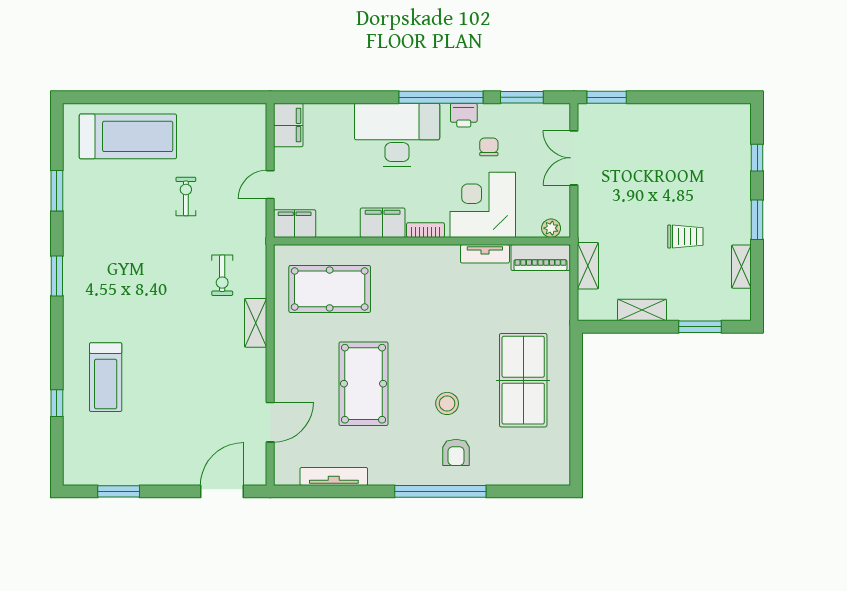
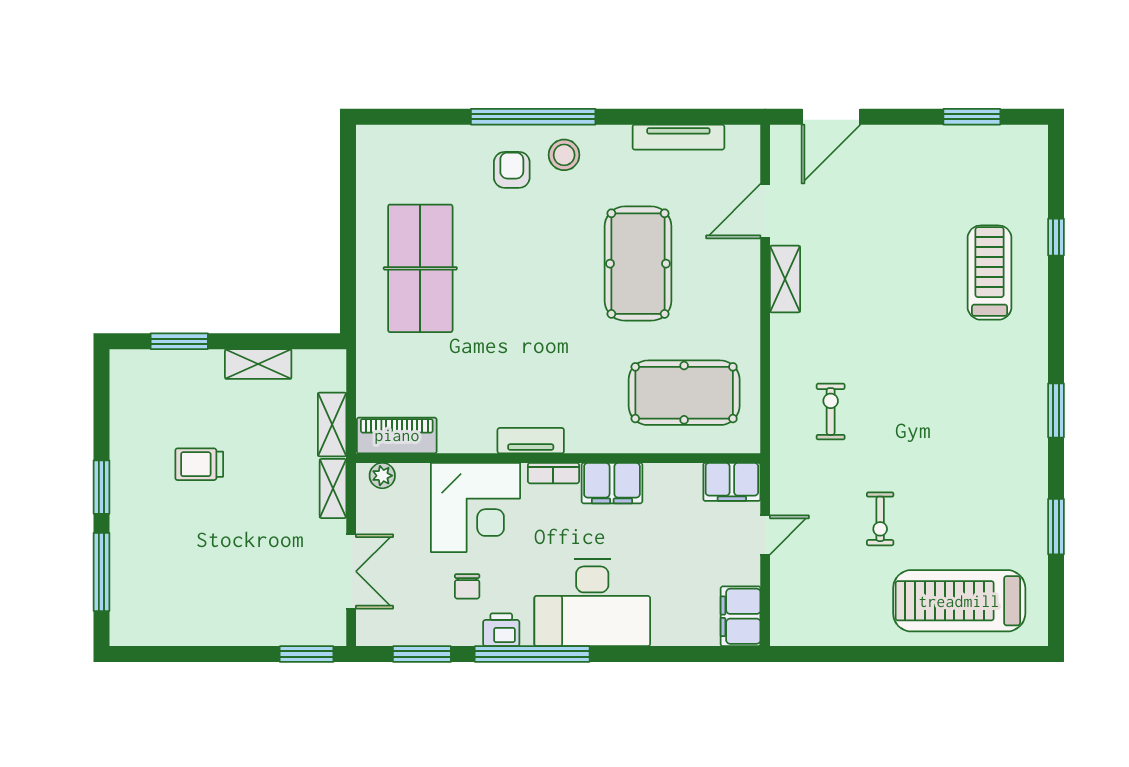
window: (757, 158) -> (101, 572), width x2.17
tv unit: (485, 254) -> (531, 441), moved
shelving: (741, 267) -> (333, 488), moved
shelving: (256, 323) -> (785, 279), moved
stool: (447, 403) -> (564, 155), moved

